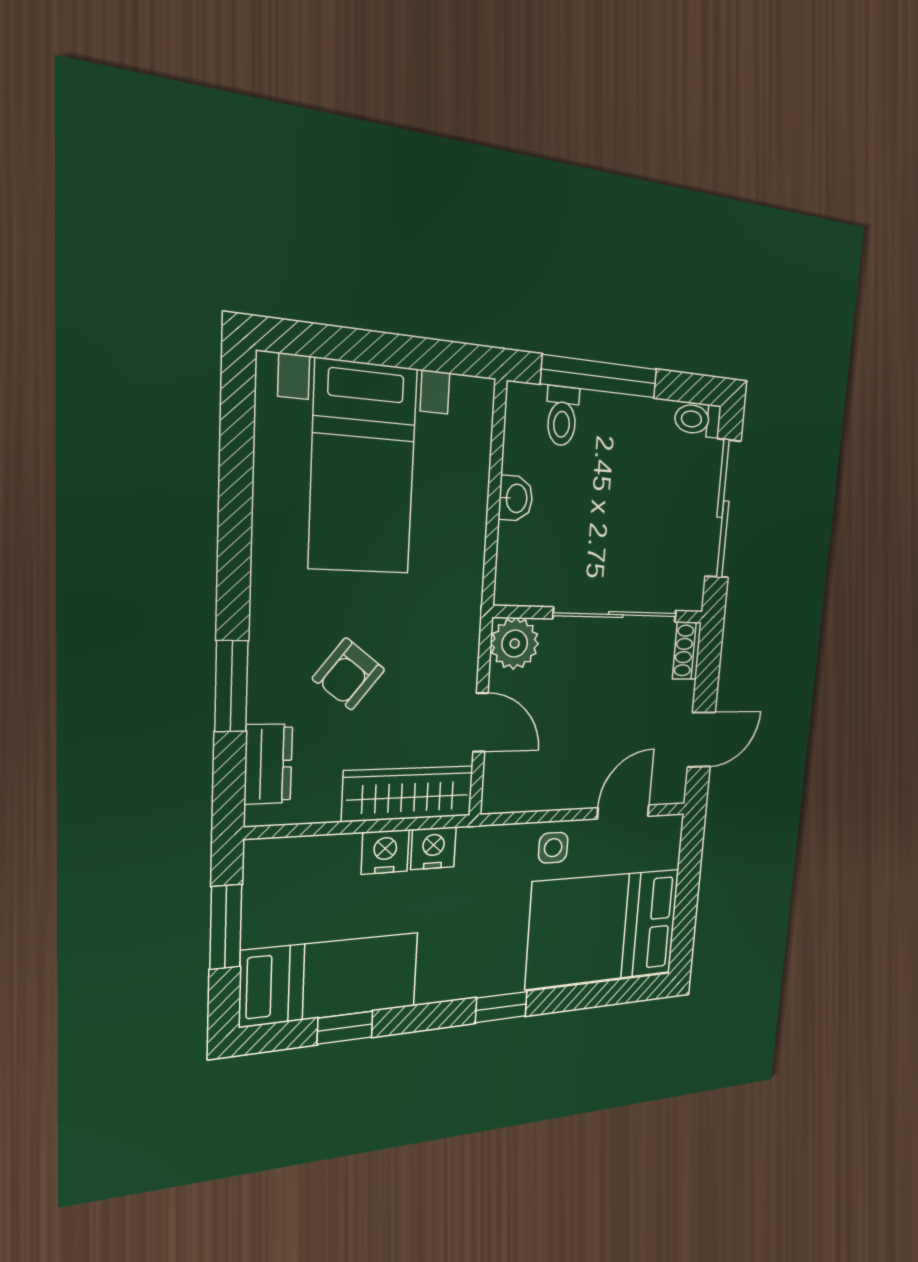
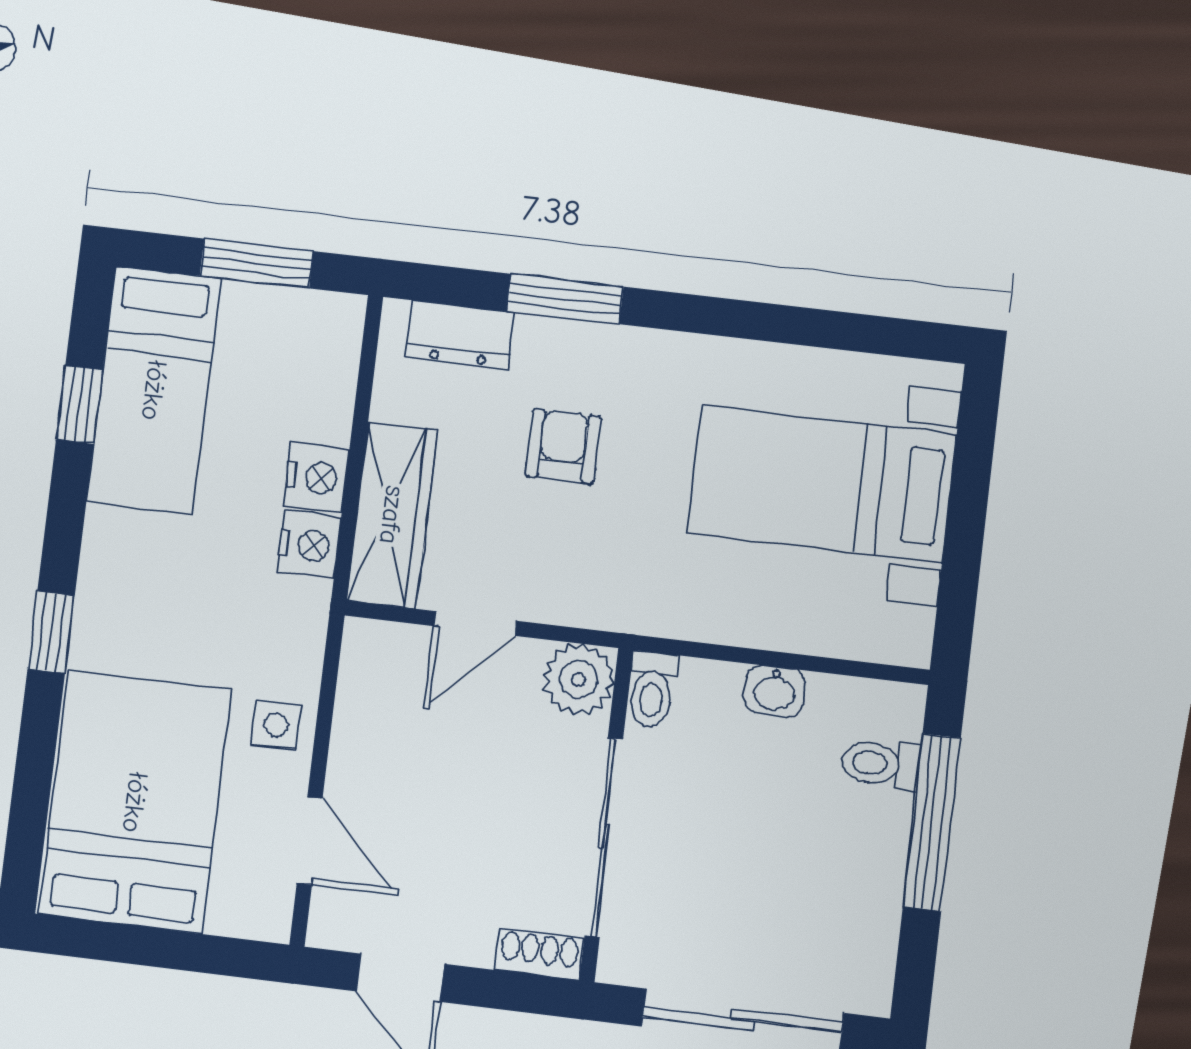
toilet: (698, 420) -> (652, 690), moved, turned 180
armchair: (349, 674) -> (563, 446), turned 52

